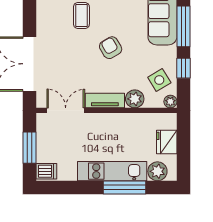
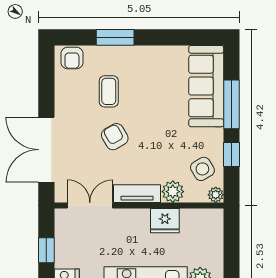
armchair: (111, 48) -> (115, 137), moved
fridge: (167, 142) -> (165, 221), moved, turned -90
window: (30, 148) -> (46, 250), width x0.67

